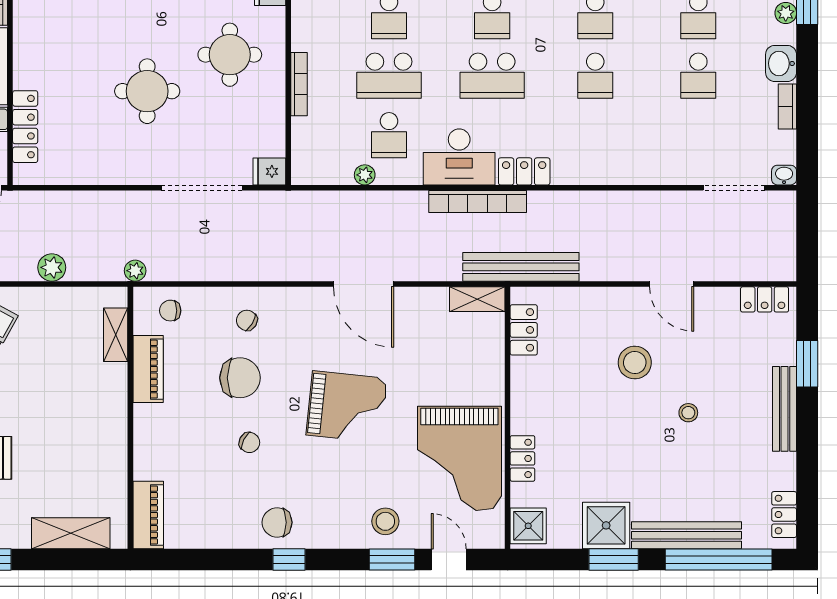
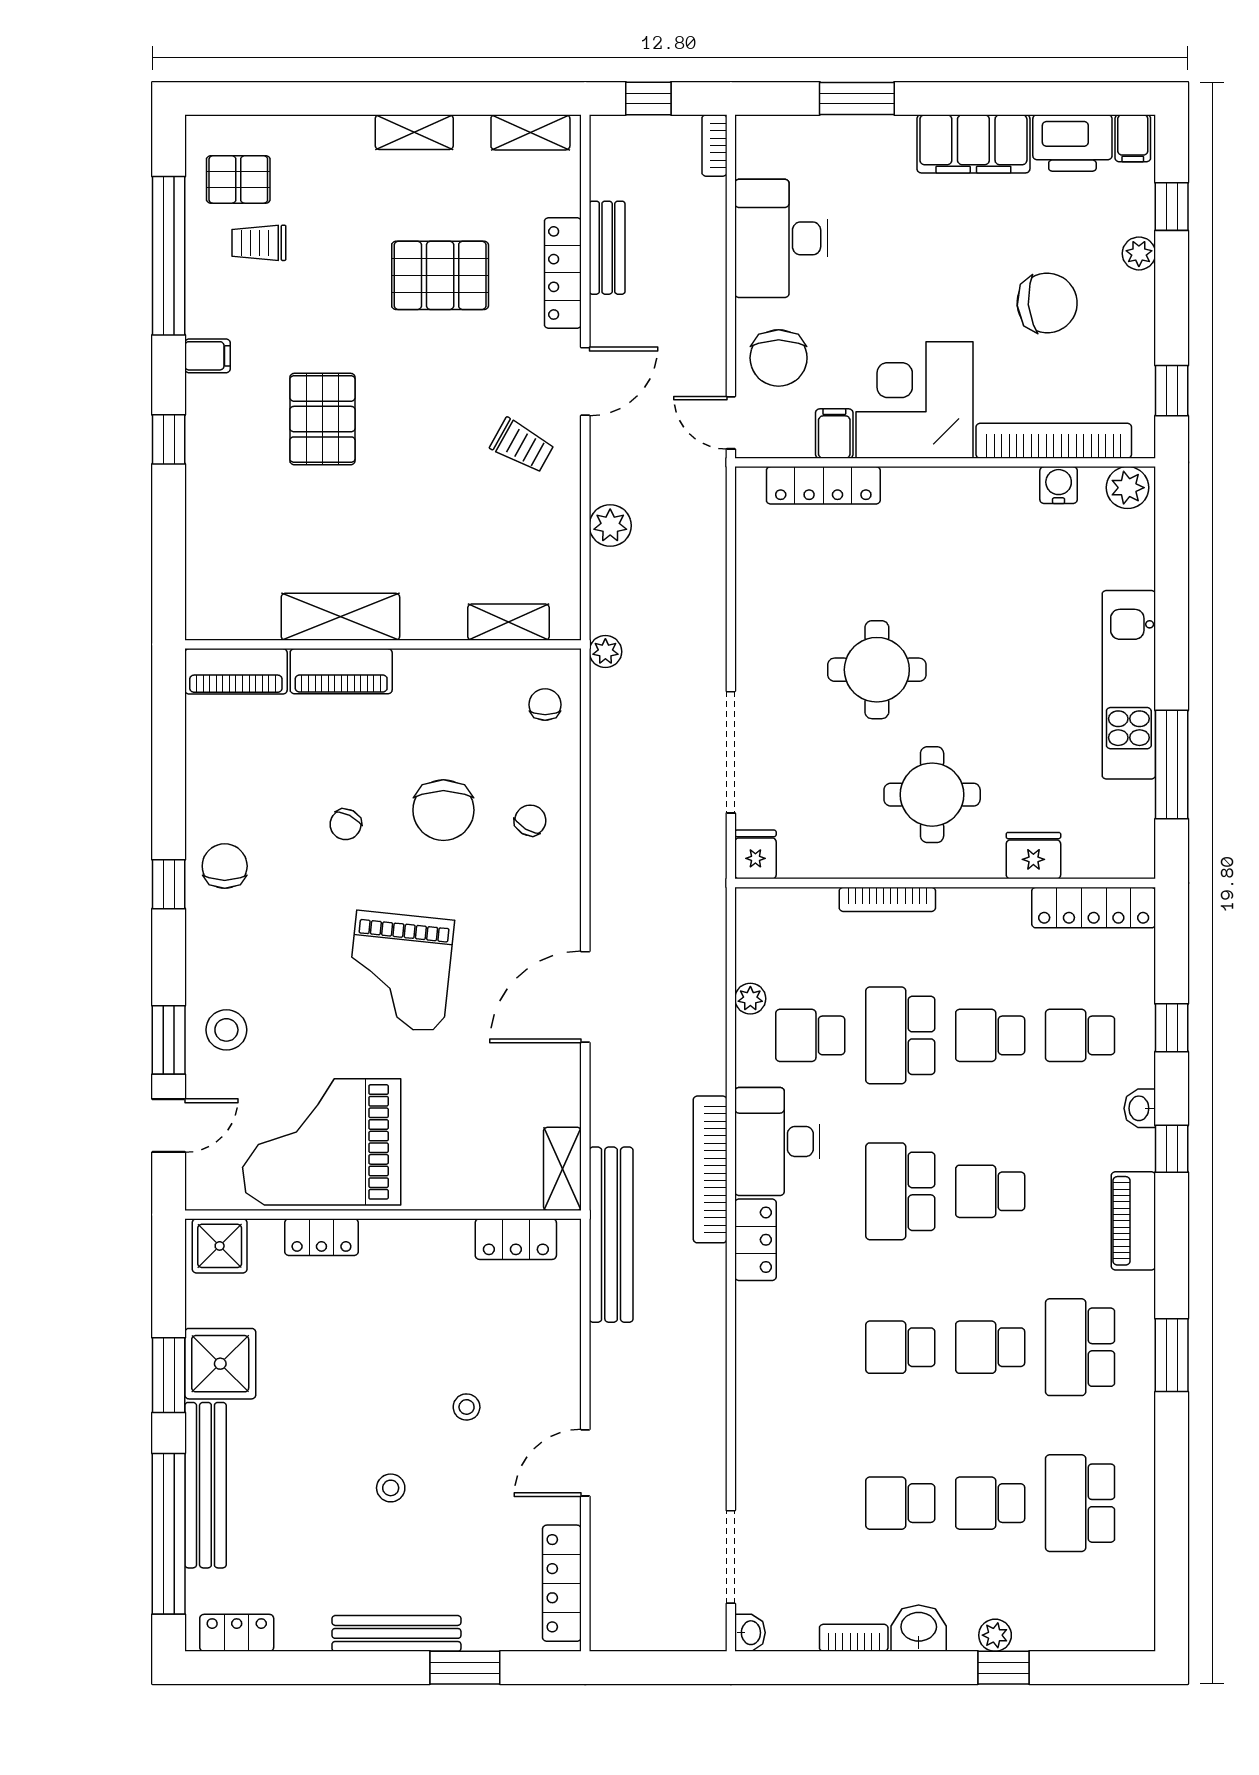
locker: (765, 299) -> (562, 1583), width x1.53
stool: (635, 363) -> (467, 1407), width x0.53, depth x0.53
piano: (148, 369) -> (341, 671), moved
shelving: (71, 533) -> (340, 617), moved, turned 90

